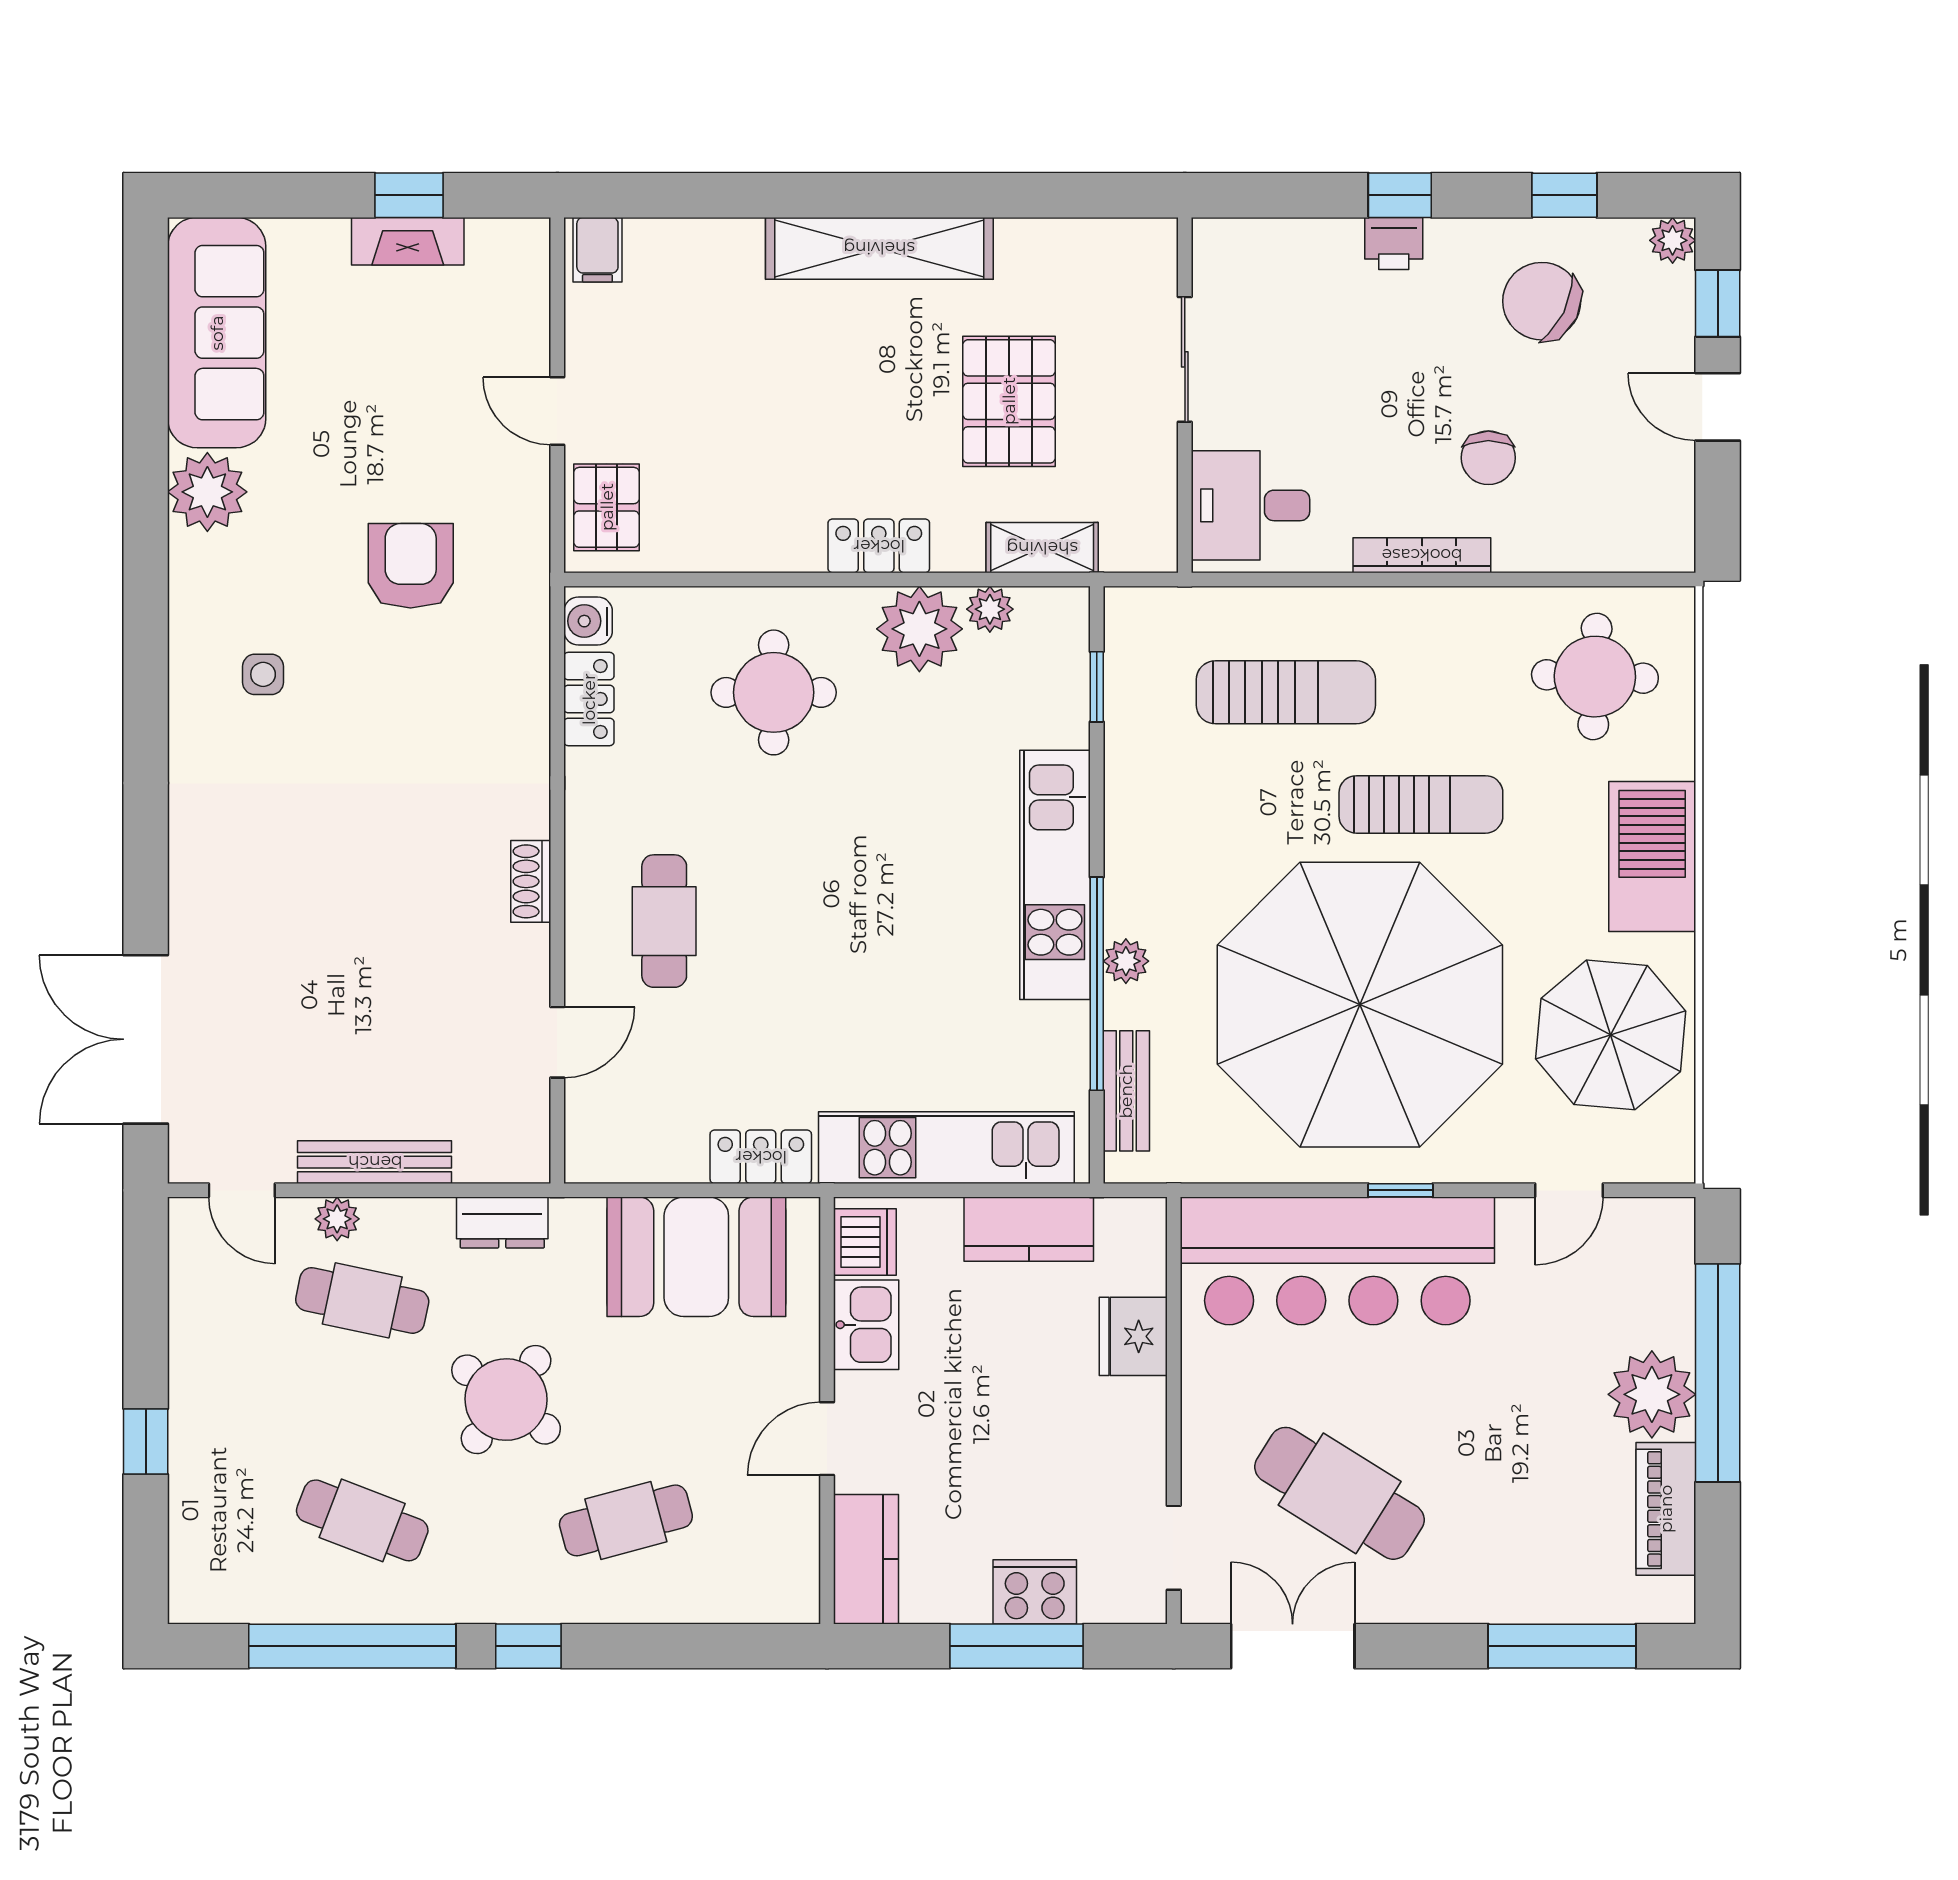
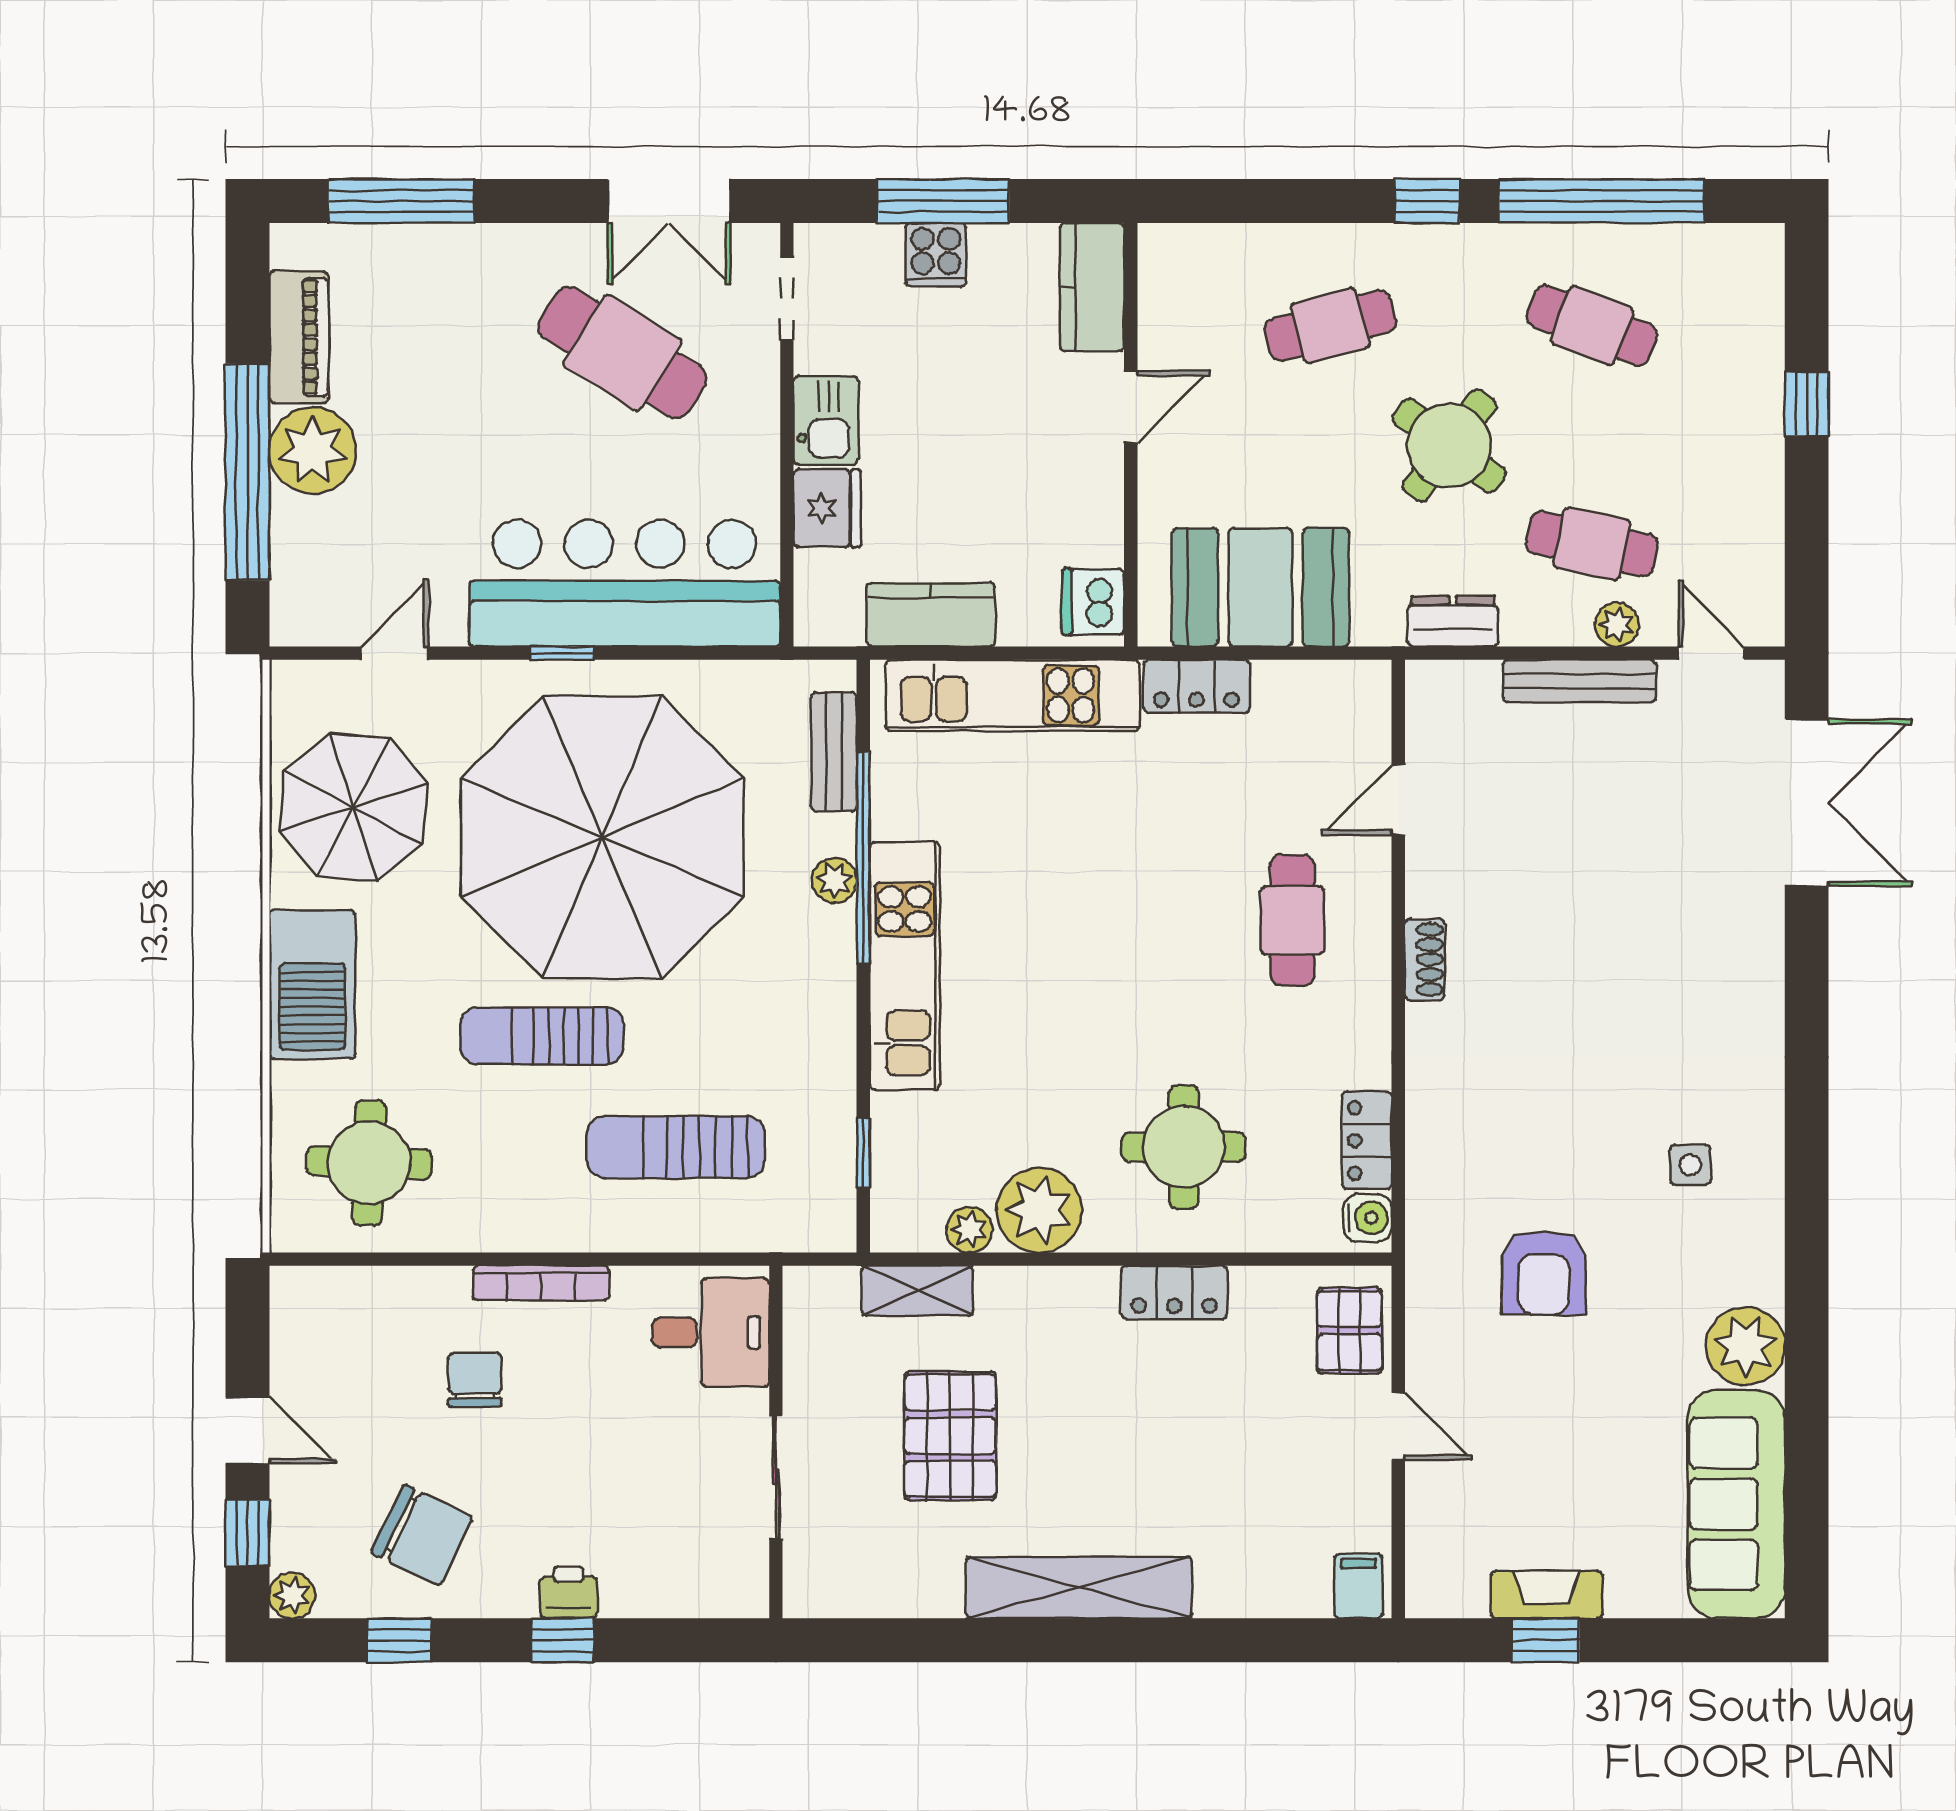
locker: (879, 546) -> (1174, 1292), moved
kitchen sink: (866, 1325) -> (826, 420), moved, turned 180
cooker: (1035, 1592) -> (936, 255), width x0.73

